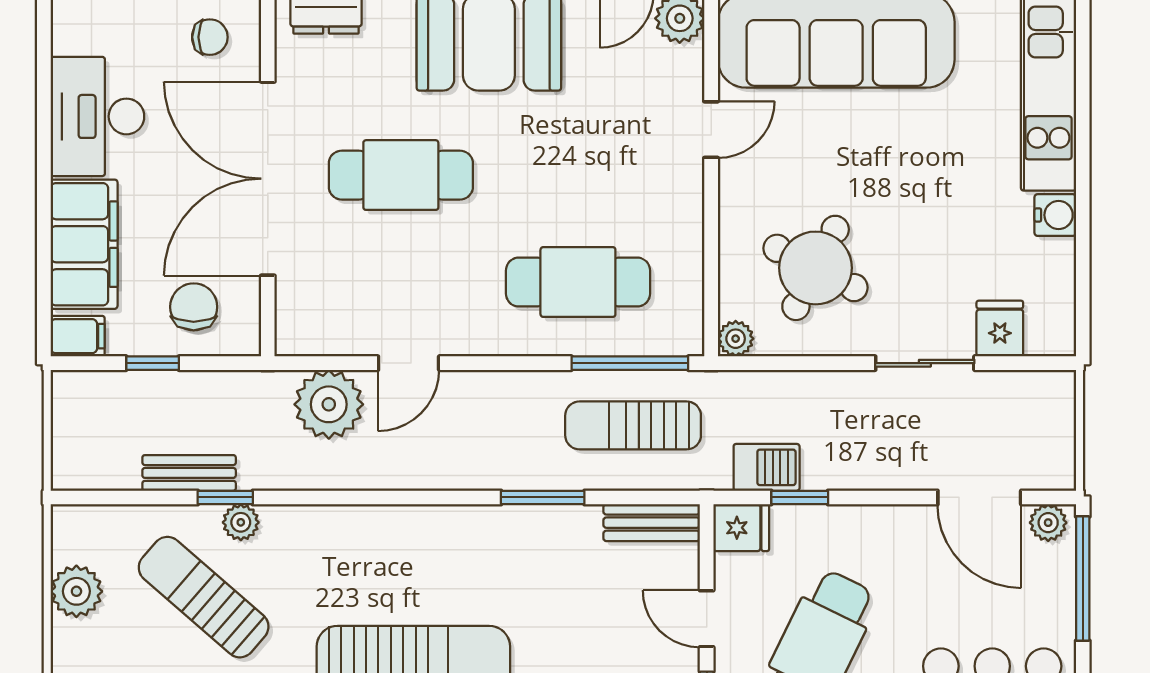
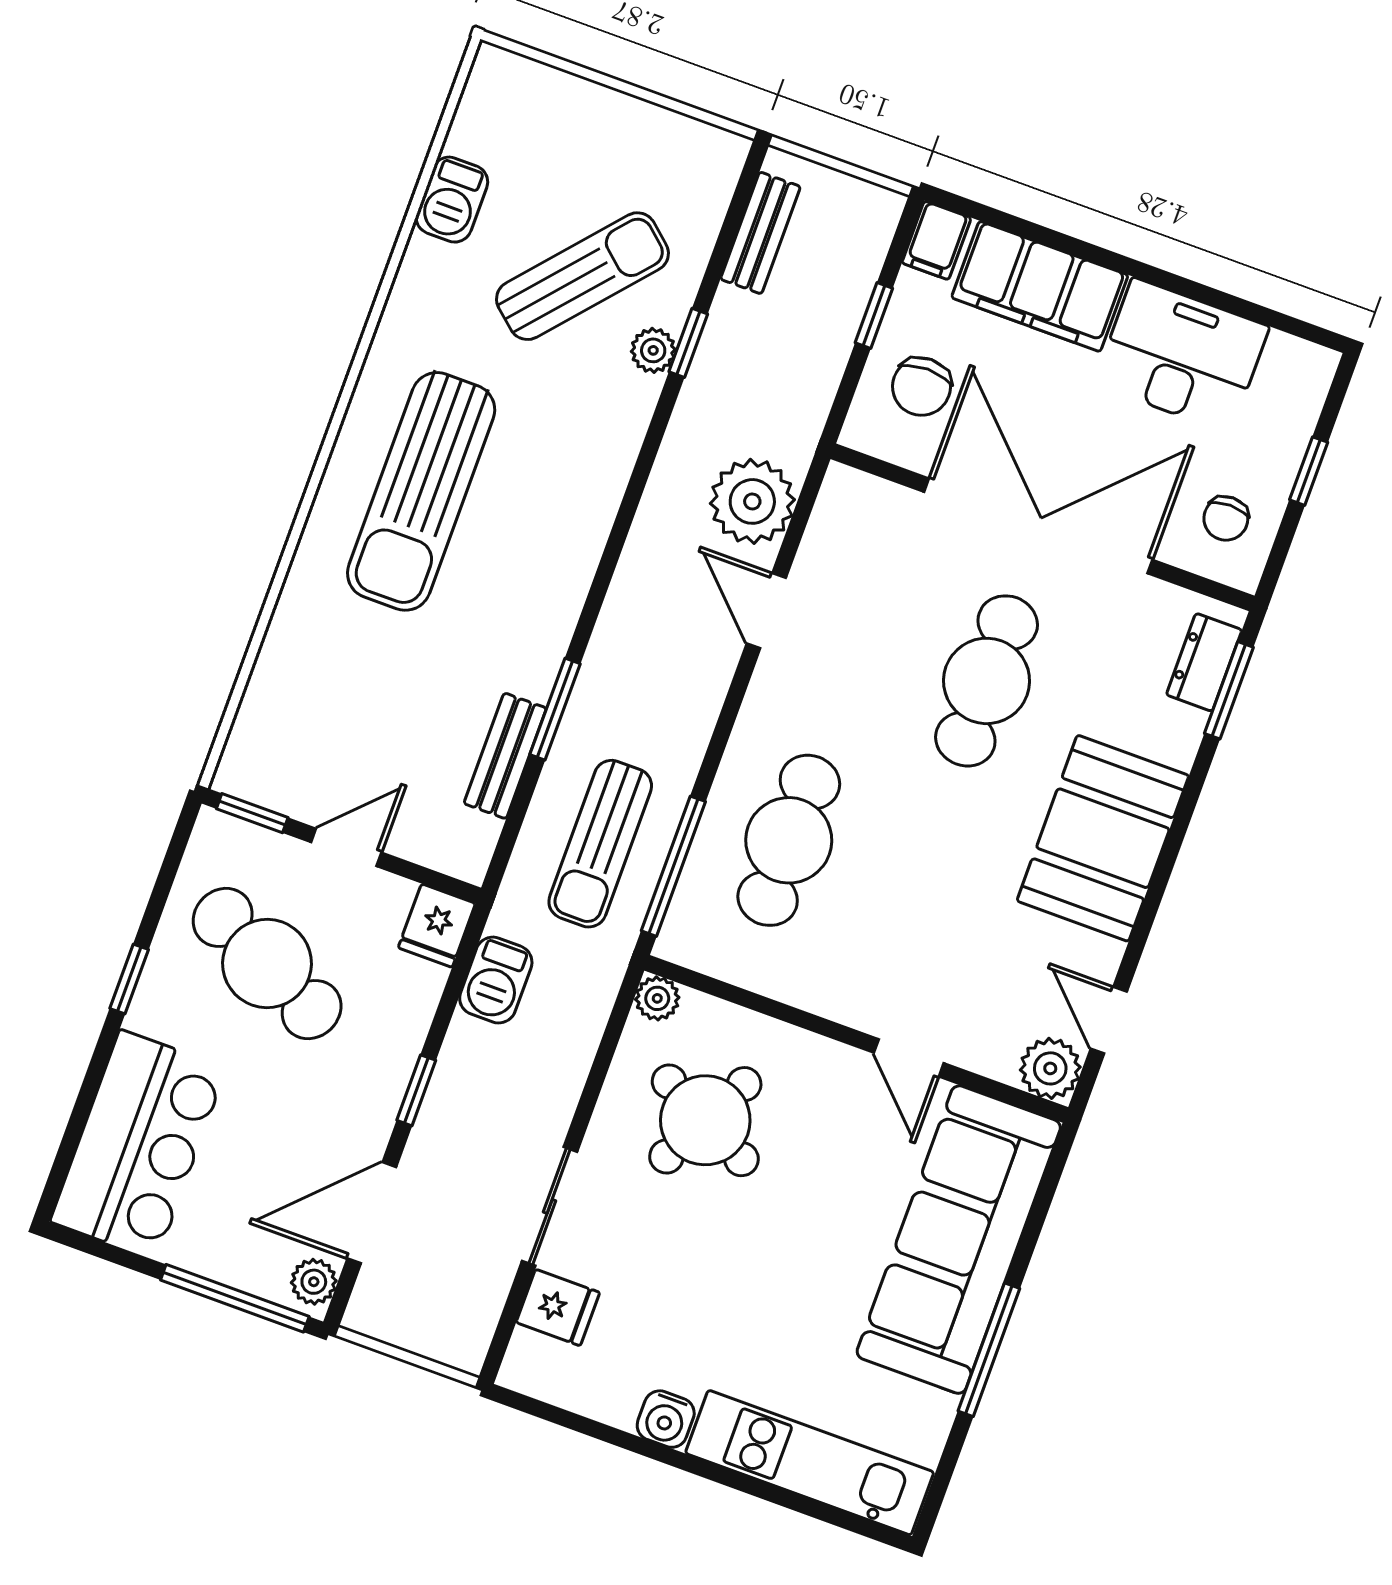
chair: (194, 307) -> (921, 387), turned 90
sun lounger: (633, 425) -> (600, 844), turned 180
bench: (189, 473) -> (760, 233), moved
window: (800, 497) -> (416, 1090), moved
bench: (652, 523) -> (505, 756), moved
plant: (76, 591) -> (643, 132), removed

